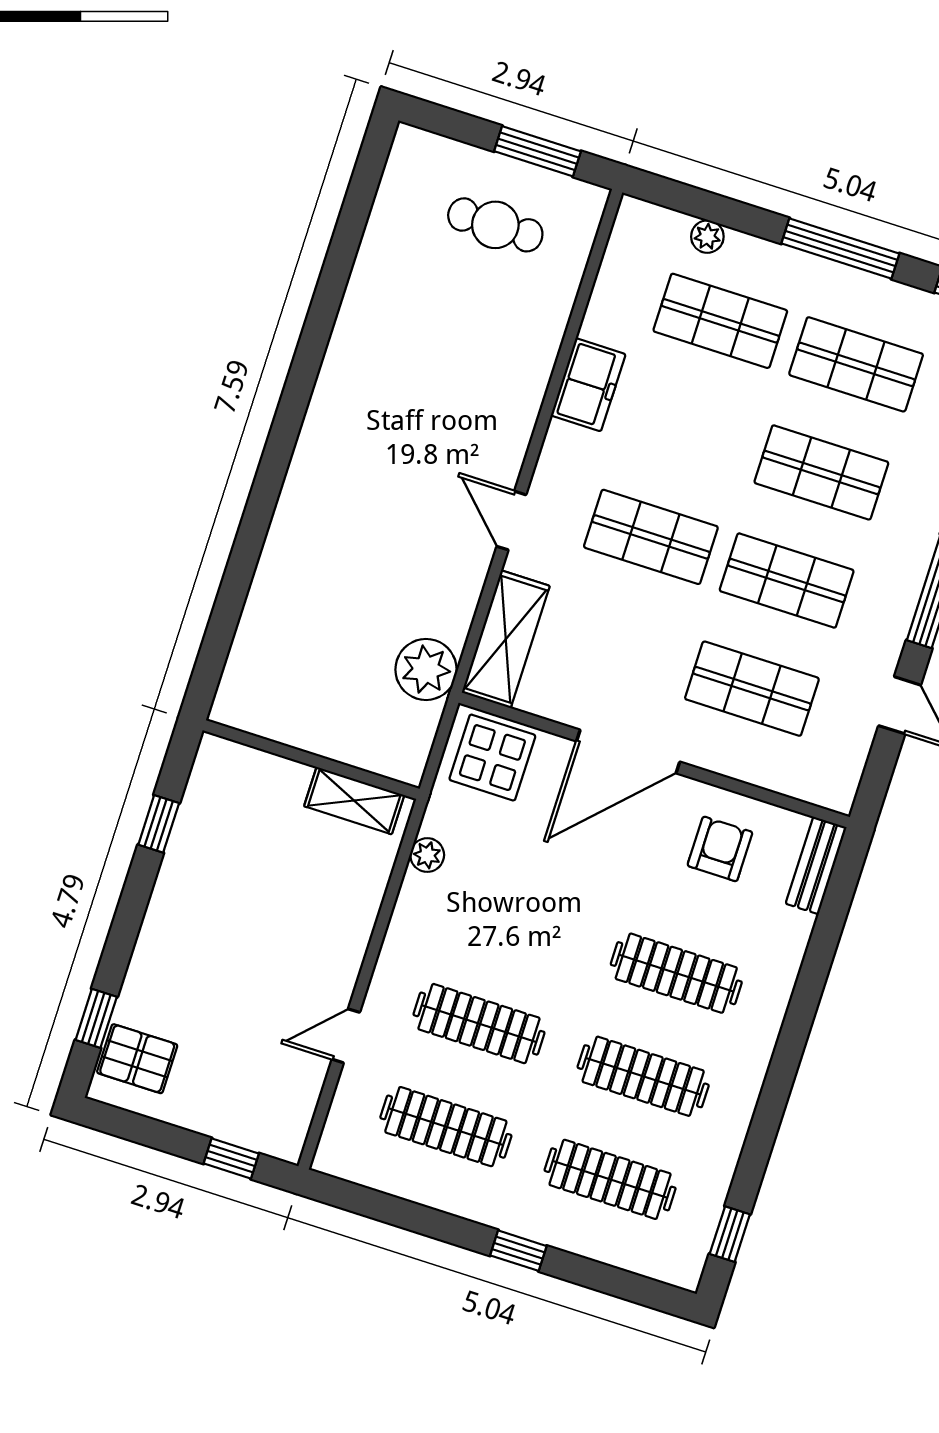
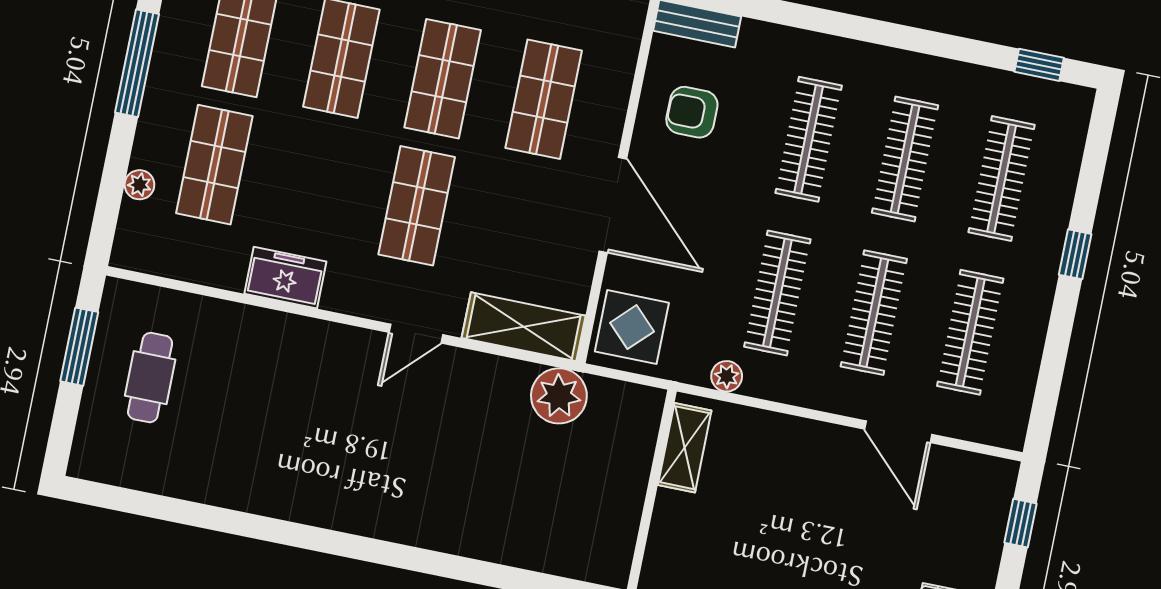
clothes rail: (512, 920) -> (777, 293), added
door: (346, 1036) -> (898, 432), width x1.38

